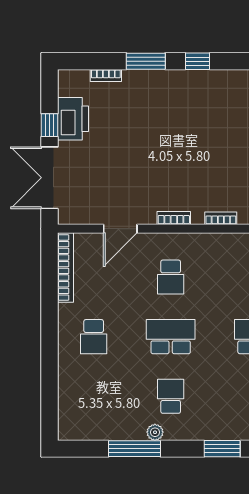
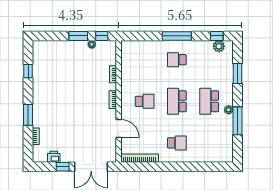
window: (197, 61) -> (28, 71), moved
printer: (73, 119) -> (54, 157), width x0.53, depth x0.68
school desk: (171, 396) -> (209, 101), width x1.85

